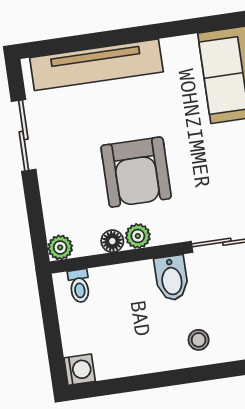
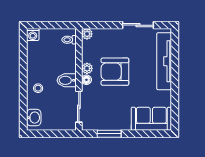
floor lamp: (112, 241) -> (86, 80), moved

